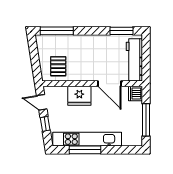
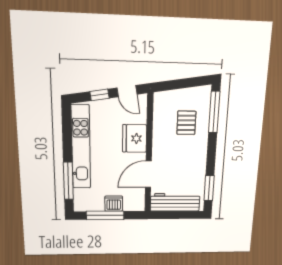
pallet: (58, 66) -> (186, 123), moved, turned 90
dishwasher: (135, 93) -> (114, 204), moved
door: (42, 102) -> (127, 91), swing flipped
window: (85, 150) -> (68, 181), moved

